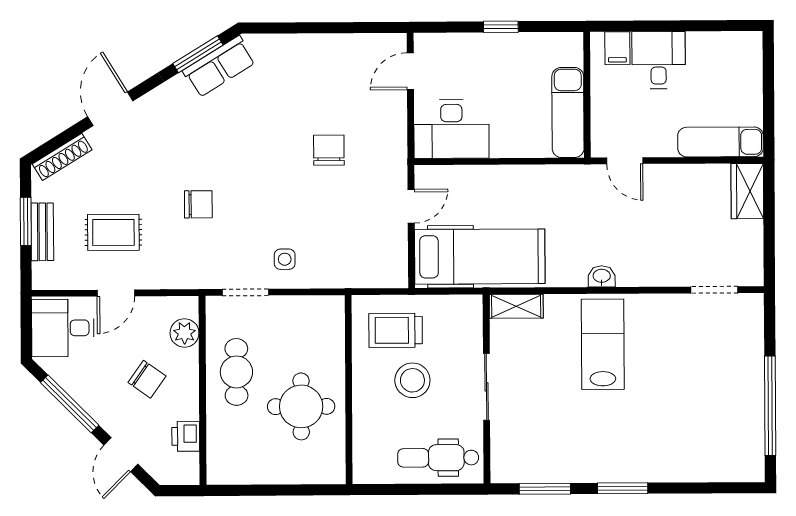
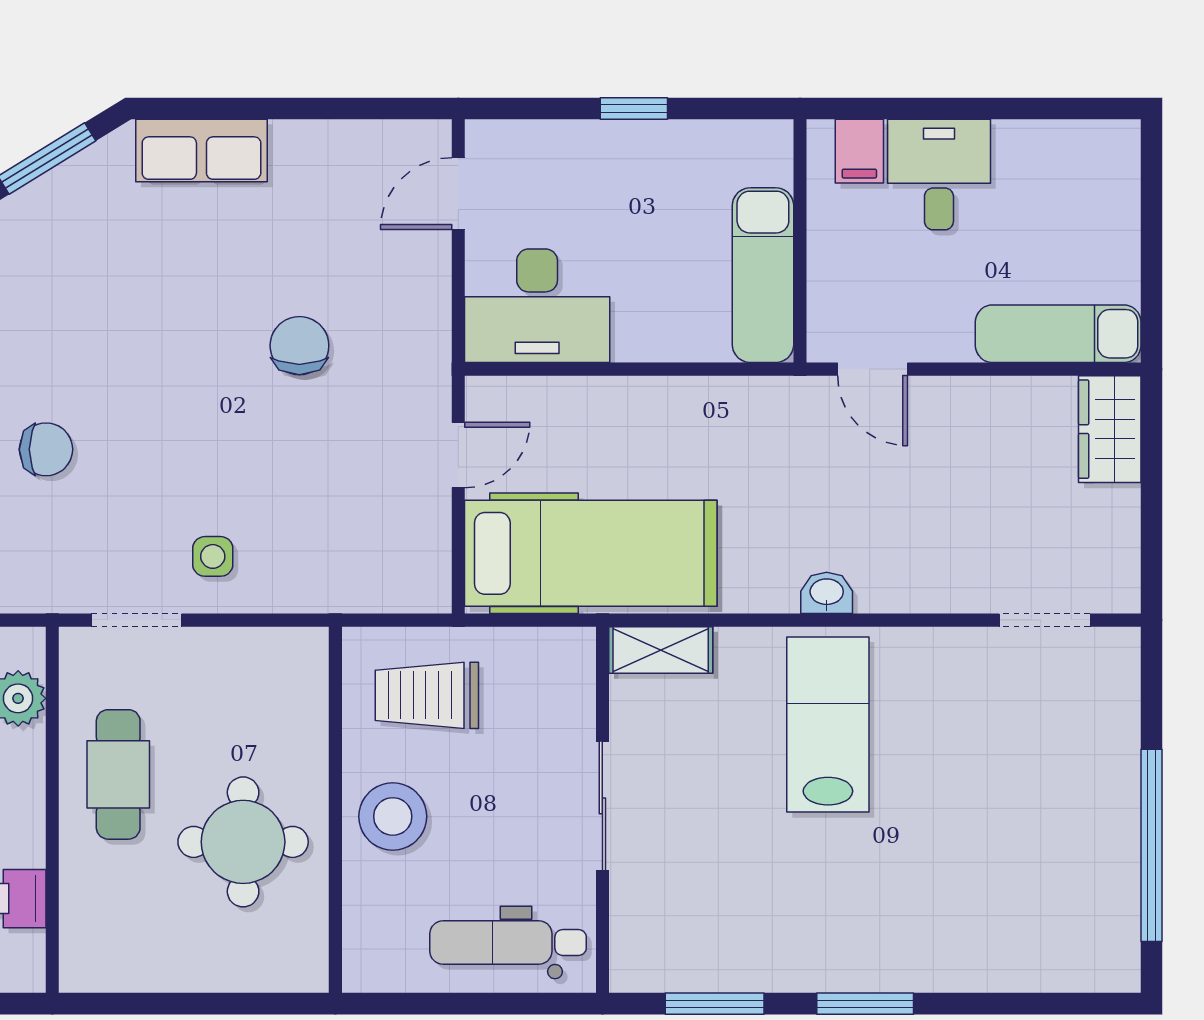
row of seats: (219, 67) -> (201, 151), moved, turned 32
stool: (412, 380) -> (393, 816), moved

